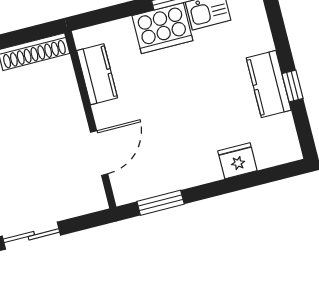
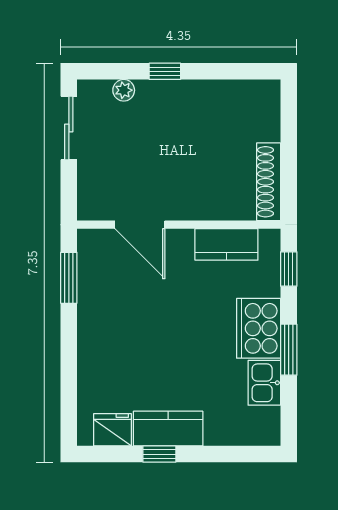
window: (105, 15) -> (289, 269), added
fridge: (237, 161) -> (112, 430), moved, turned -90

